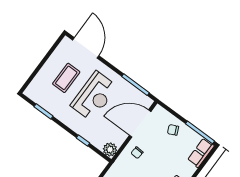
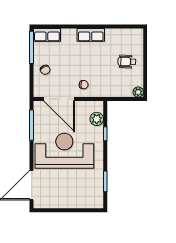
coffee table: (66, 78) -> (66, 183), removed
reception desk: (94, 96) -> (64, 151), width x1.36, depth x1.30
plant: (110, 149) -> (97, 119), moved

